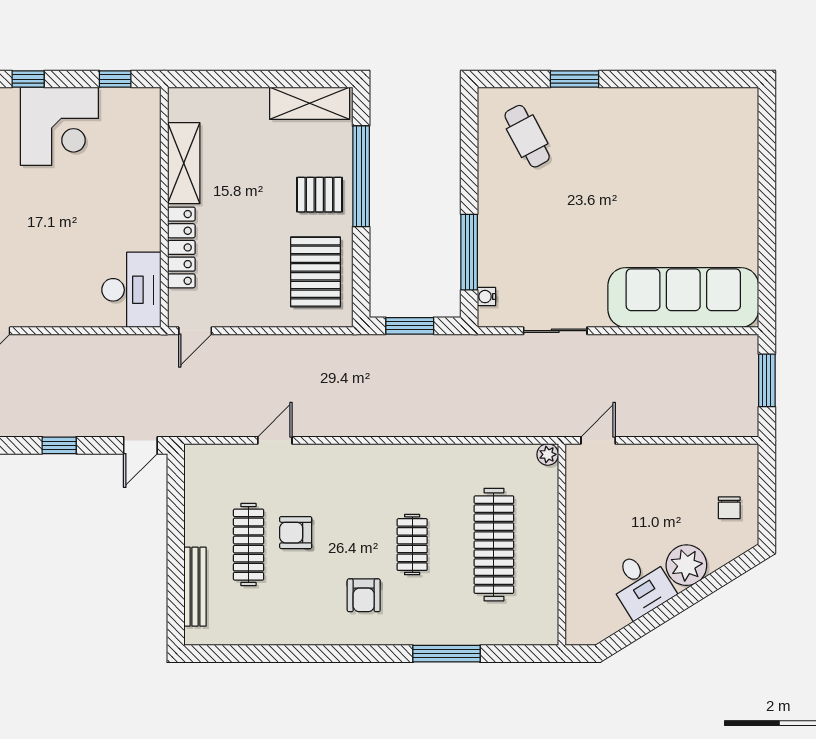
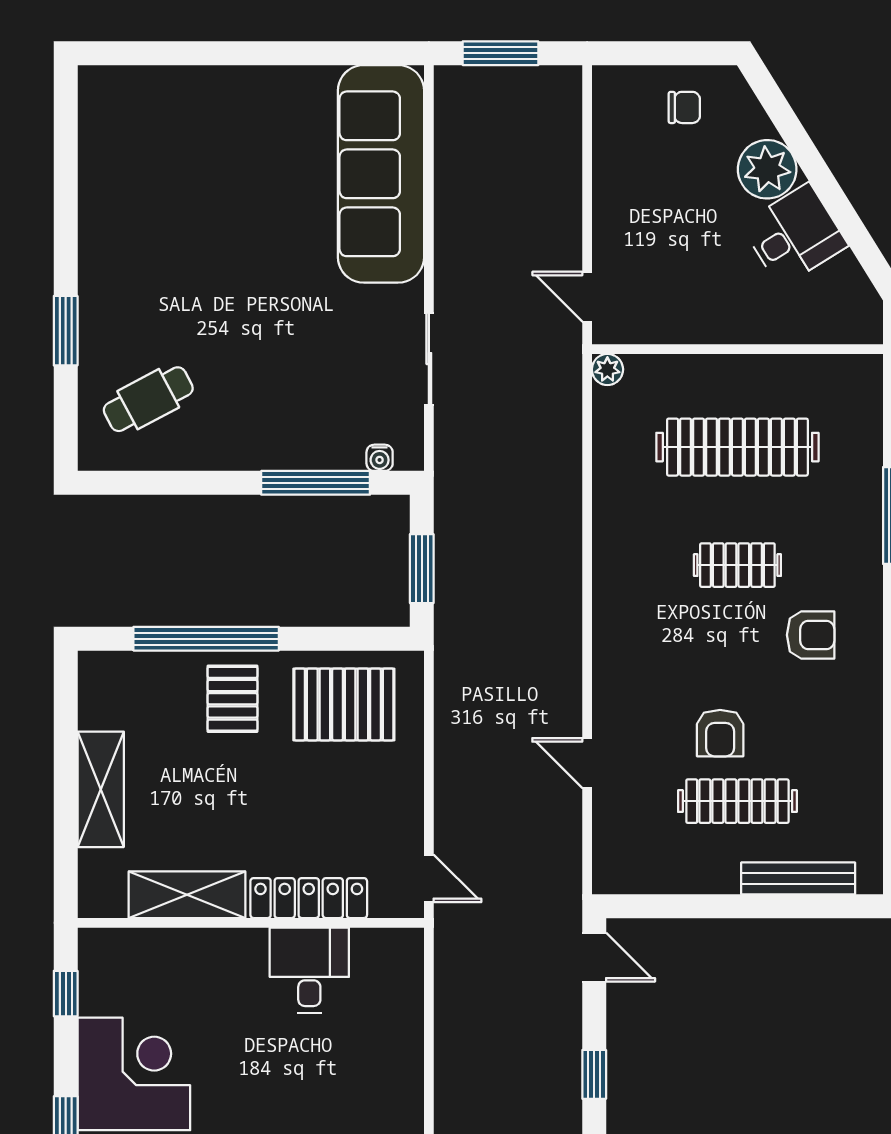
shelving: (310, 103) -> (101, 789), moved
desk: (131, 290) -> (309, 970), moved, width x0.73

